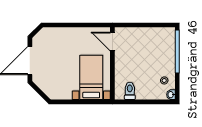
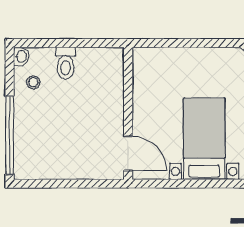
bed with nightstands: (91, 77) -> (204, 139), moved, turned 180
toilet: (130, 91) -> (66, 63), moved

